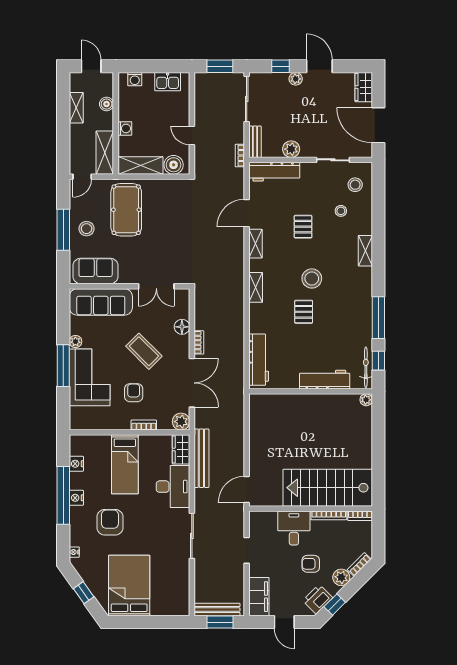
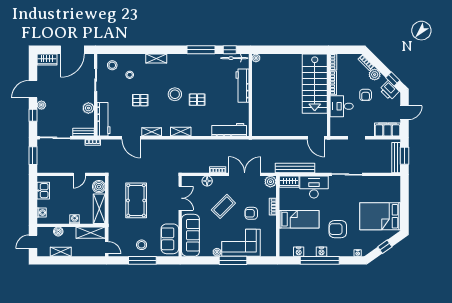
pool table: (126, 210) -> (136, 200), moved, turned 90

